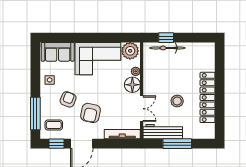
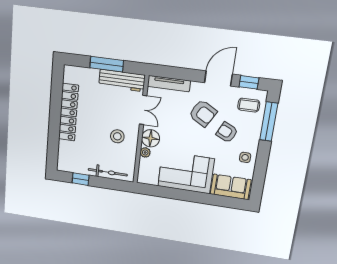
window: (166, 38) -> (81, 179), moved
plant: (130, 51) -> (149, 175), removed
armchair: (68, 99) -> (227, 132), turned 93
stool: (177, 101) -> (117, 136), moved
double door: (142, 109) -> (143, 110), swing flipped
armchair: (91, 113) -> (203, 113), turned 108

